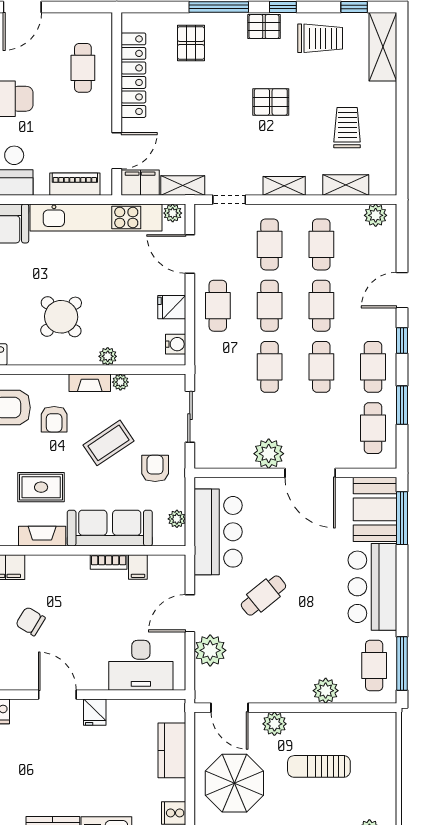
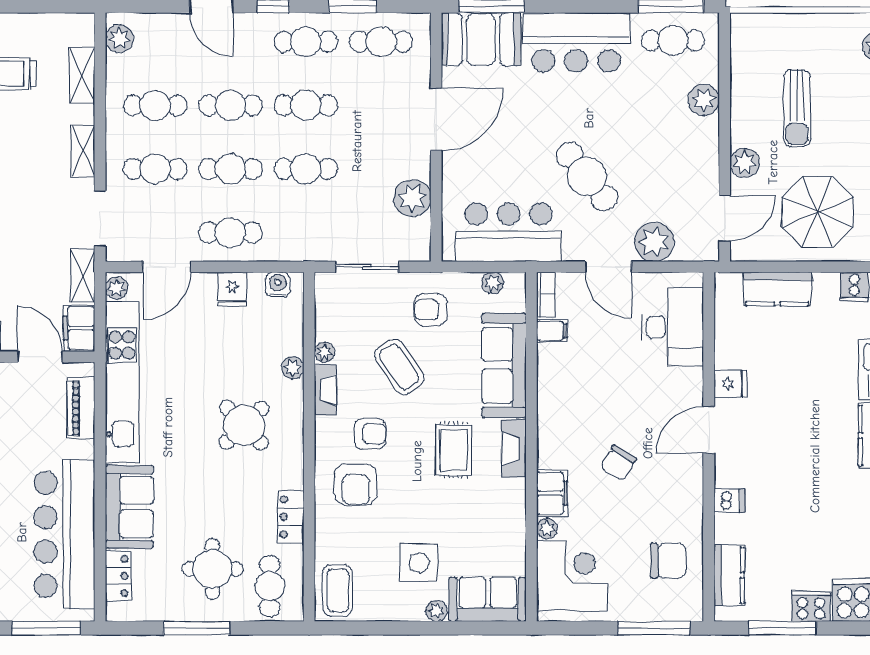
doorway: (229, 200) -> (100, 219), width x1.38
plant: (269, 454) -> (412, 198), moved
bookcase: (109, 562) -> (546, 295), moved
cafe table: (263, 596) -> (587, 176), width x1.37, depth x1.35

